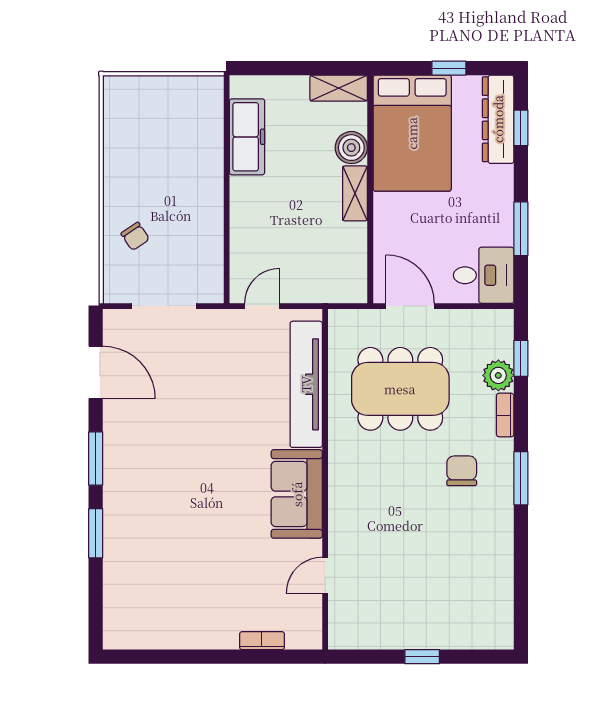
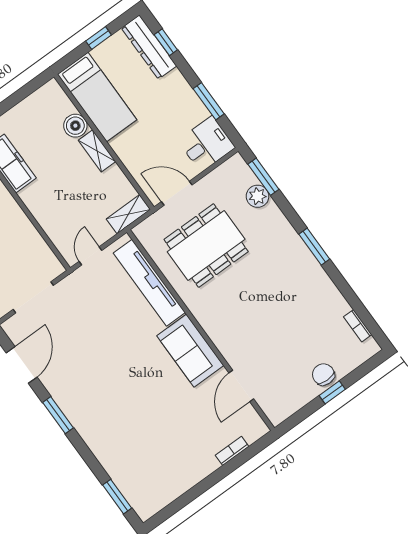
shelving: (339, 88) -> (128, 214), moved
bed: (412, 133) -> (97, 97), width x0.67
window: (521, 358) -> (263, 177), width x1.50
door: (96, 372) -> (22, 365), hinge flipped
bookcase: (505, 415) -> (358, 326), moved
chair: (462, 471) -> (323, 374), moved
window: (96, 533) -> (117, 497), moved
door: (325, 575) -> (241, 386), width x1.38

